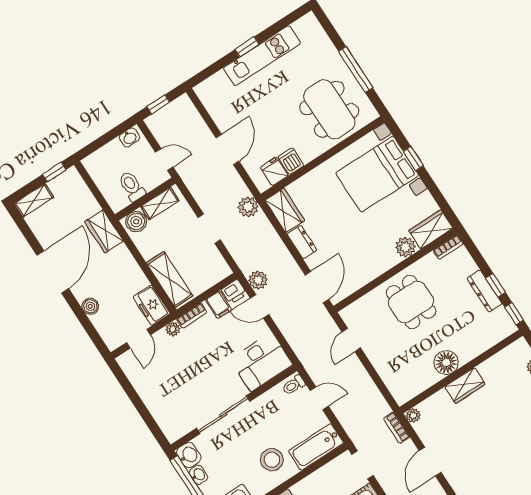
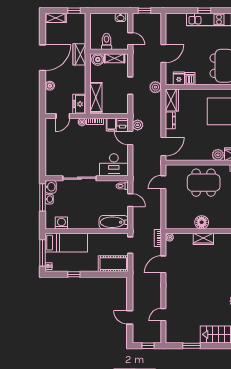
dining table: (411, 302) -> (204, 183), width x1.38
stool: (272, 460) -> (89, 215), removed

